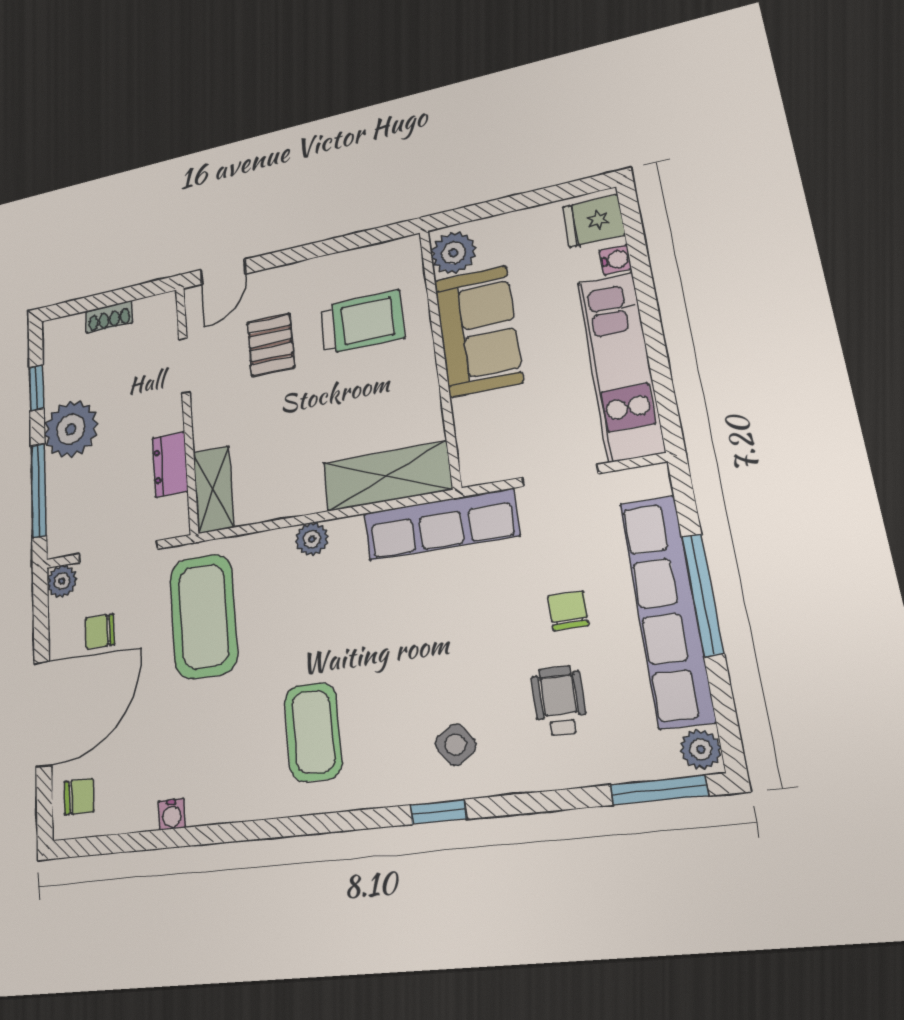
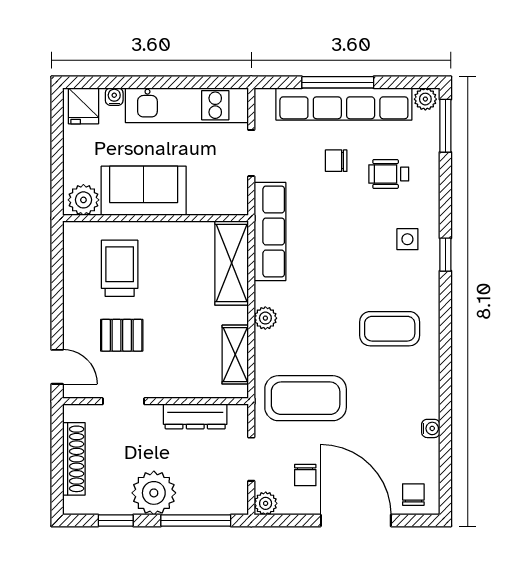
shoe rack: (109, 317) -> (74, 459), width x1.94, depth x1.24
dresser: (170, 464) -> (195, 416), width x1.44
shelving: (213, 489) -> (235, 355), moved, turned 90
doorway: (118, 552) -> (251, 459), width x0.73
side table: (456, 745) -> (407, 239), turned 35

